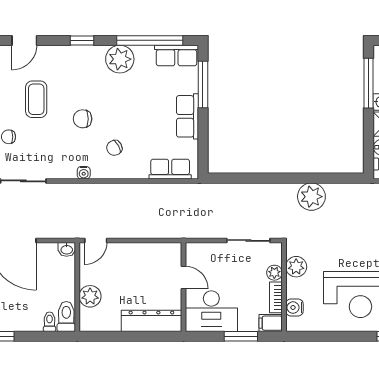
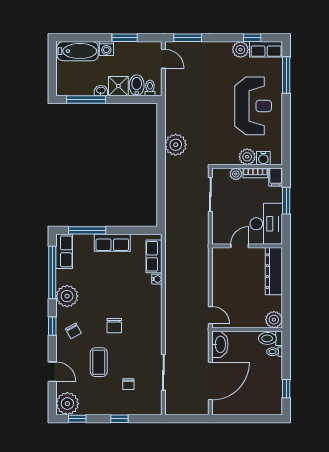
coffee table: (36, 99) -> (99, 362), turned 90
chair: (114, 148) -> (73, 331), moved
water cooler: (84, 173) -> (157, 279), moved
washbasin: (67, 249) -> (220, 344), width x1.91, depth x1.45
plant: (296, 267) -> (247, 157), moved
plant: (90, 296) -> (274, 320), moved

